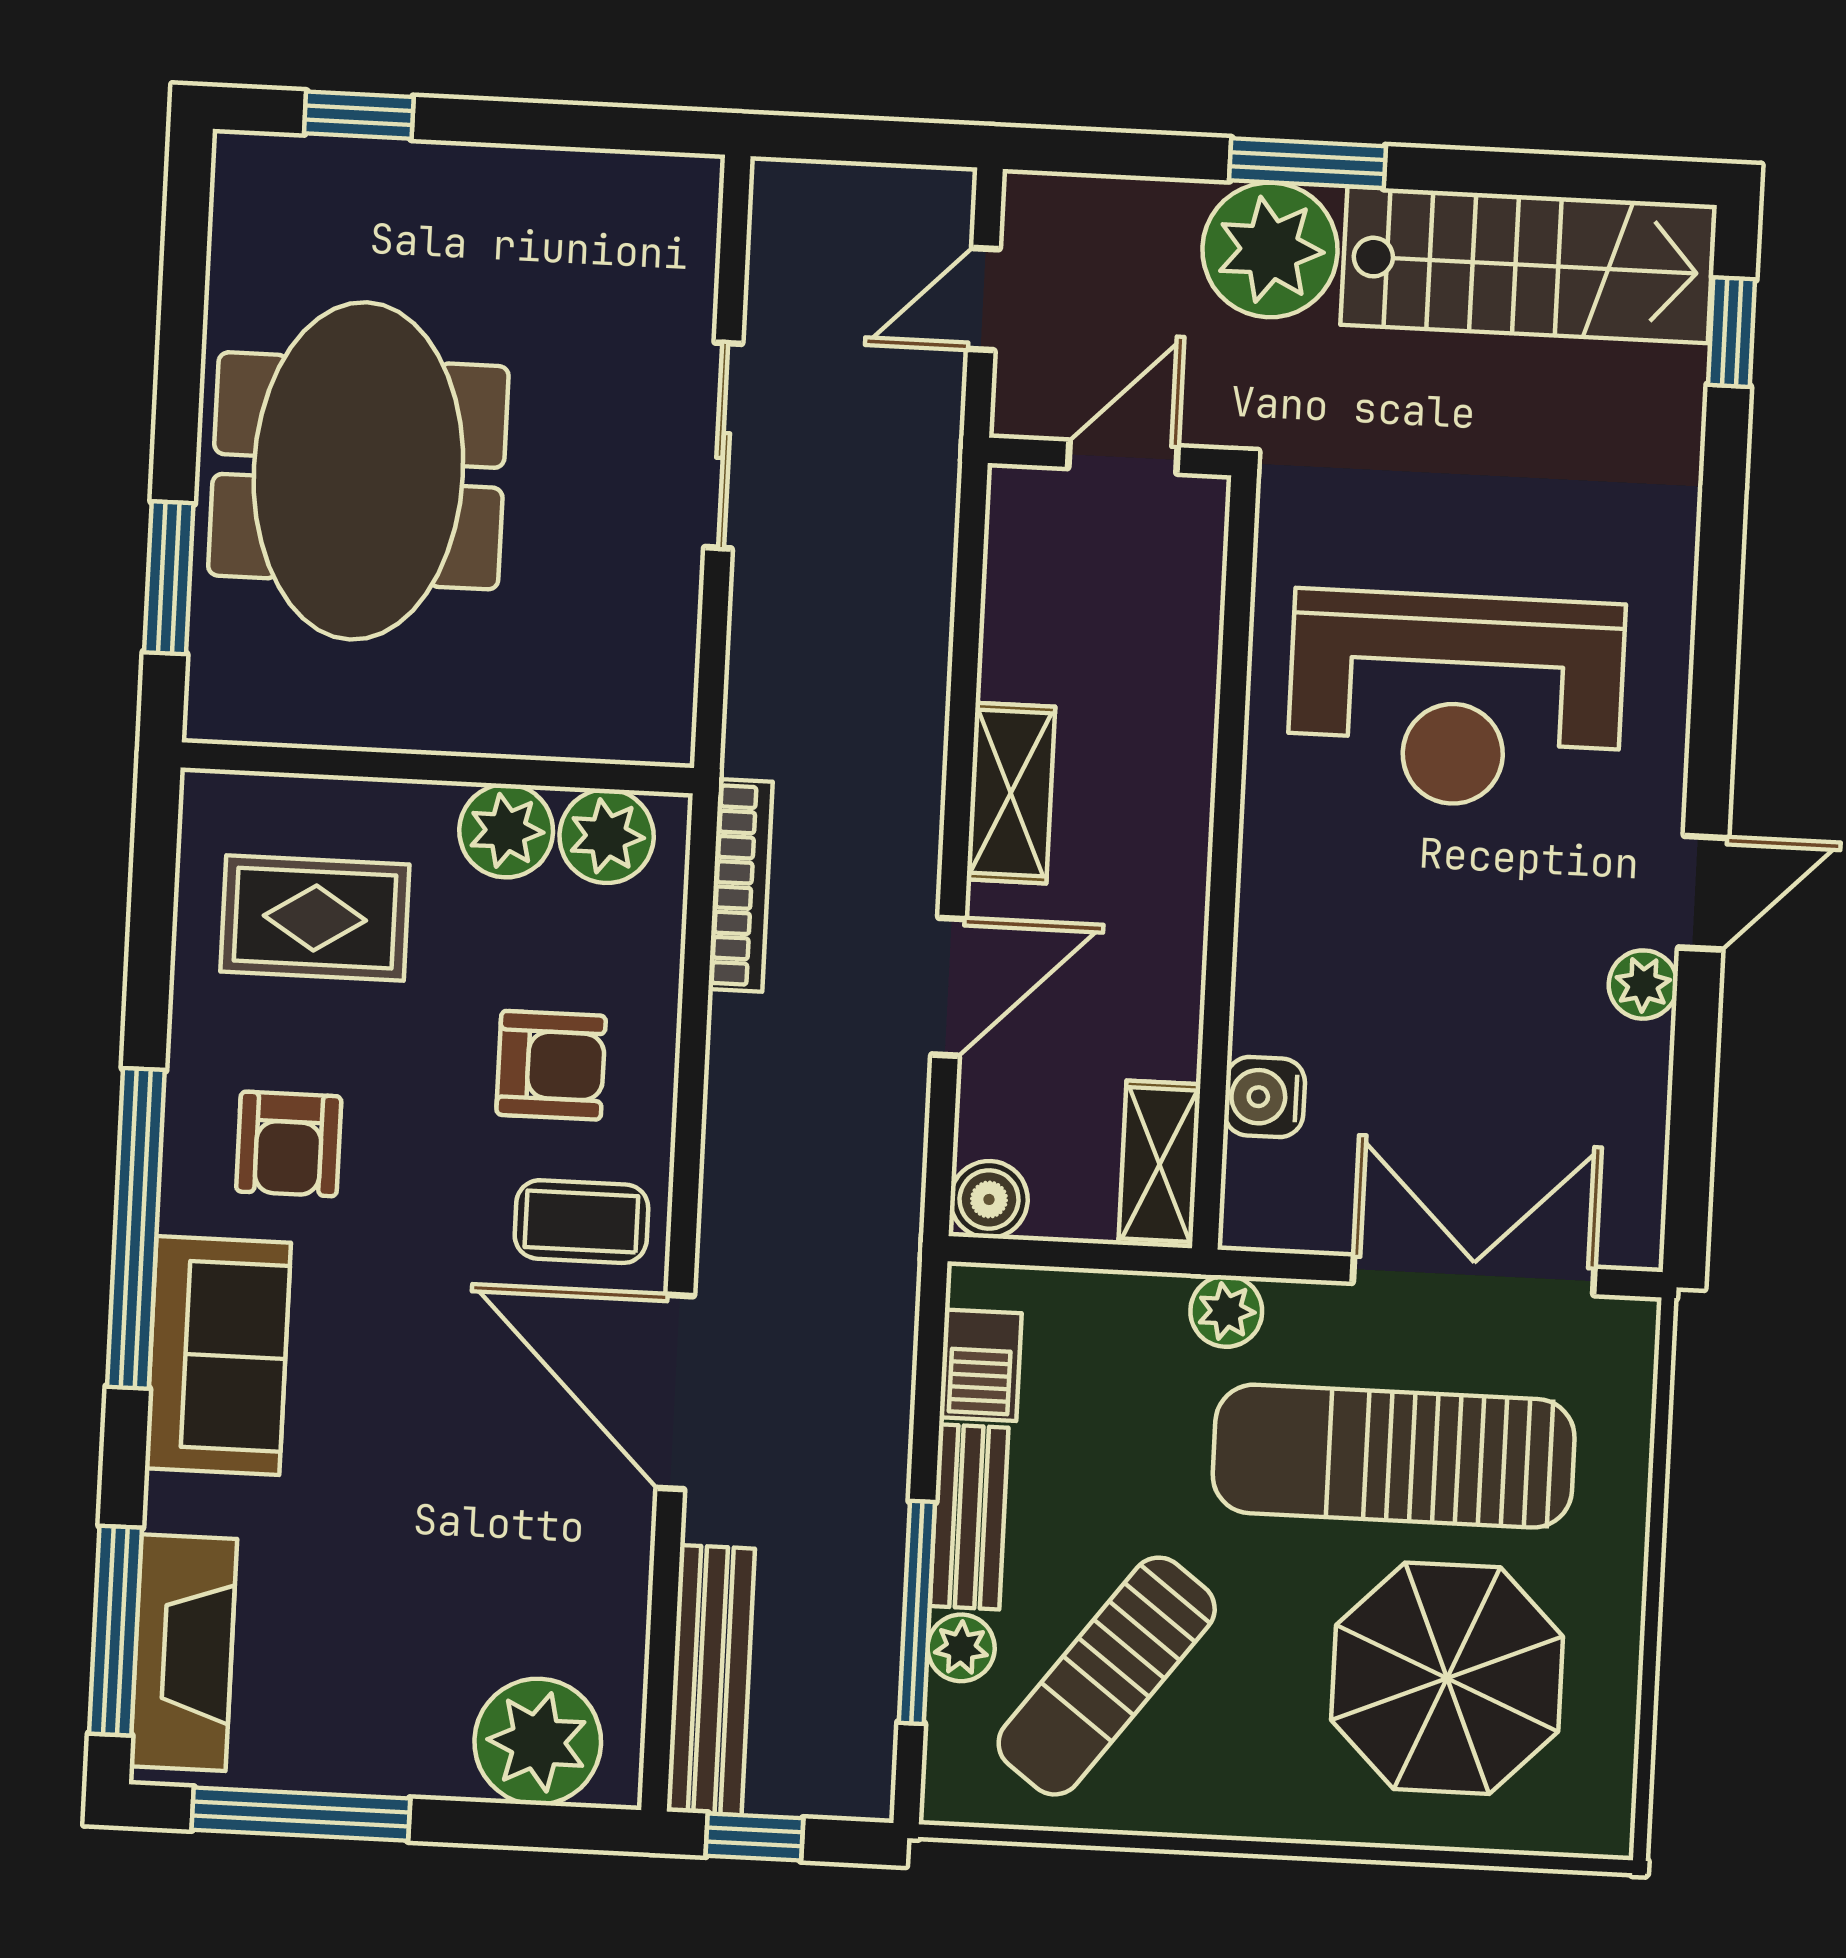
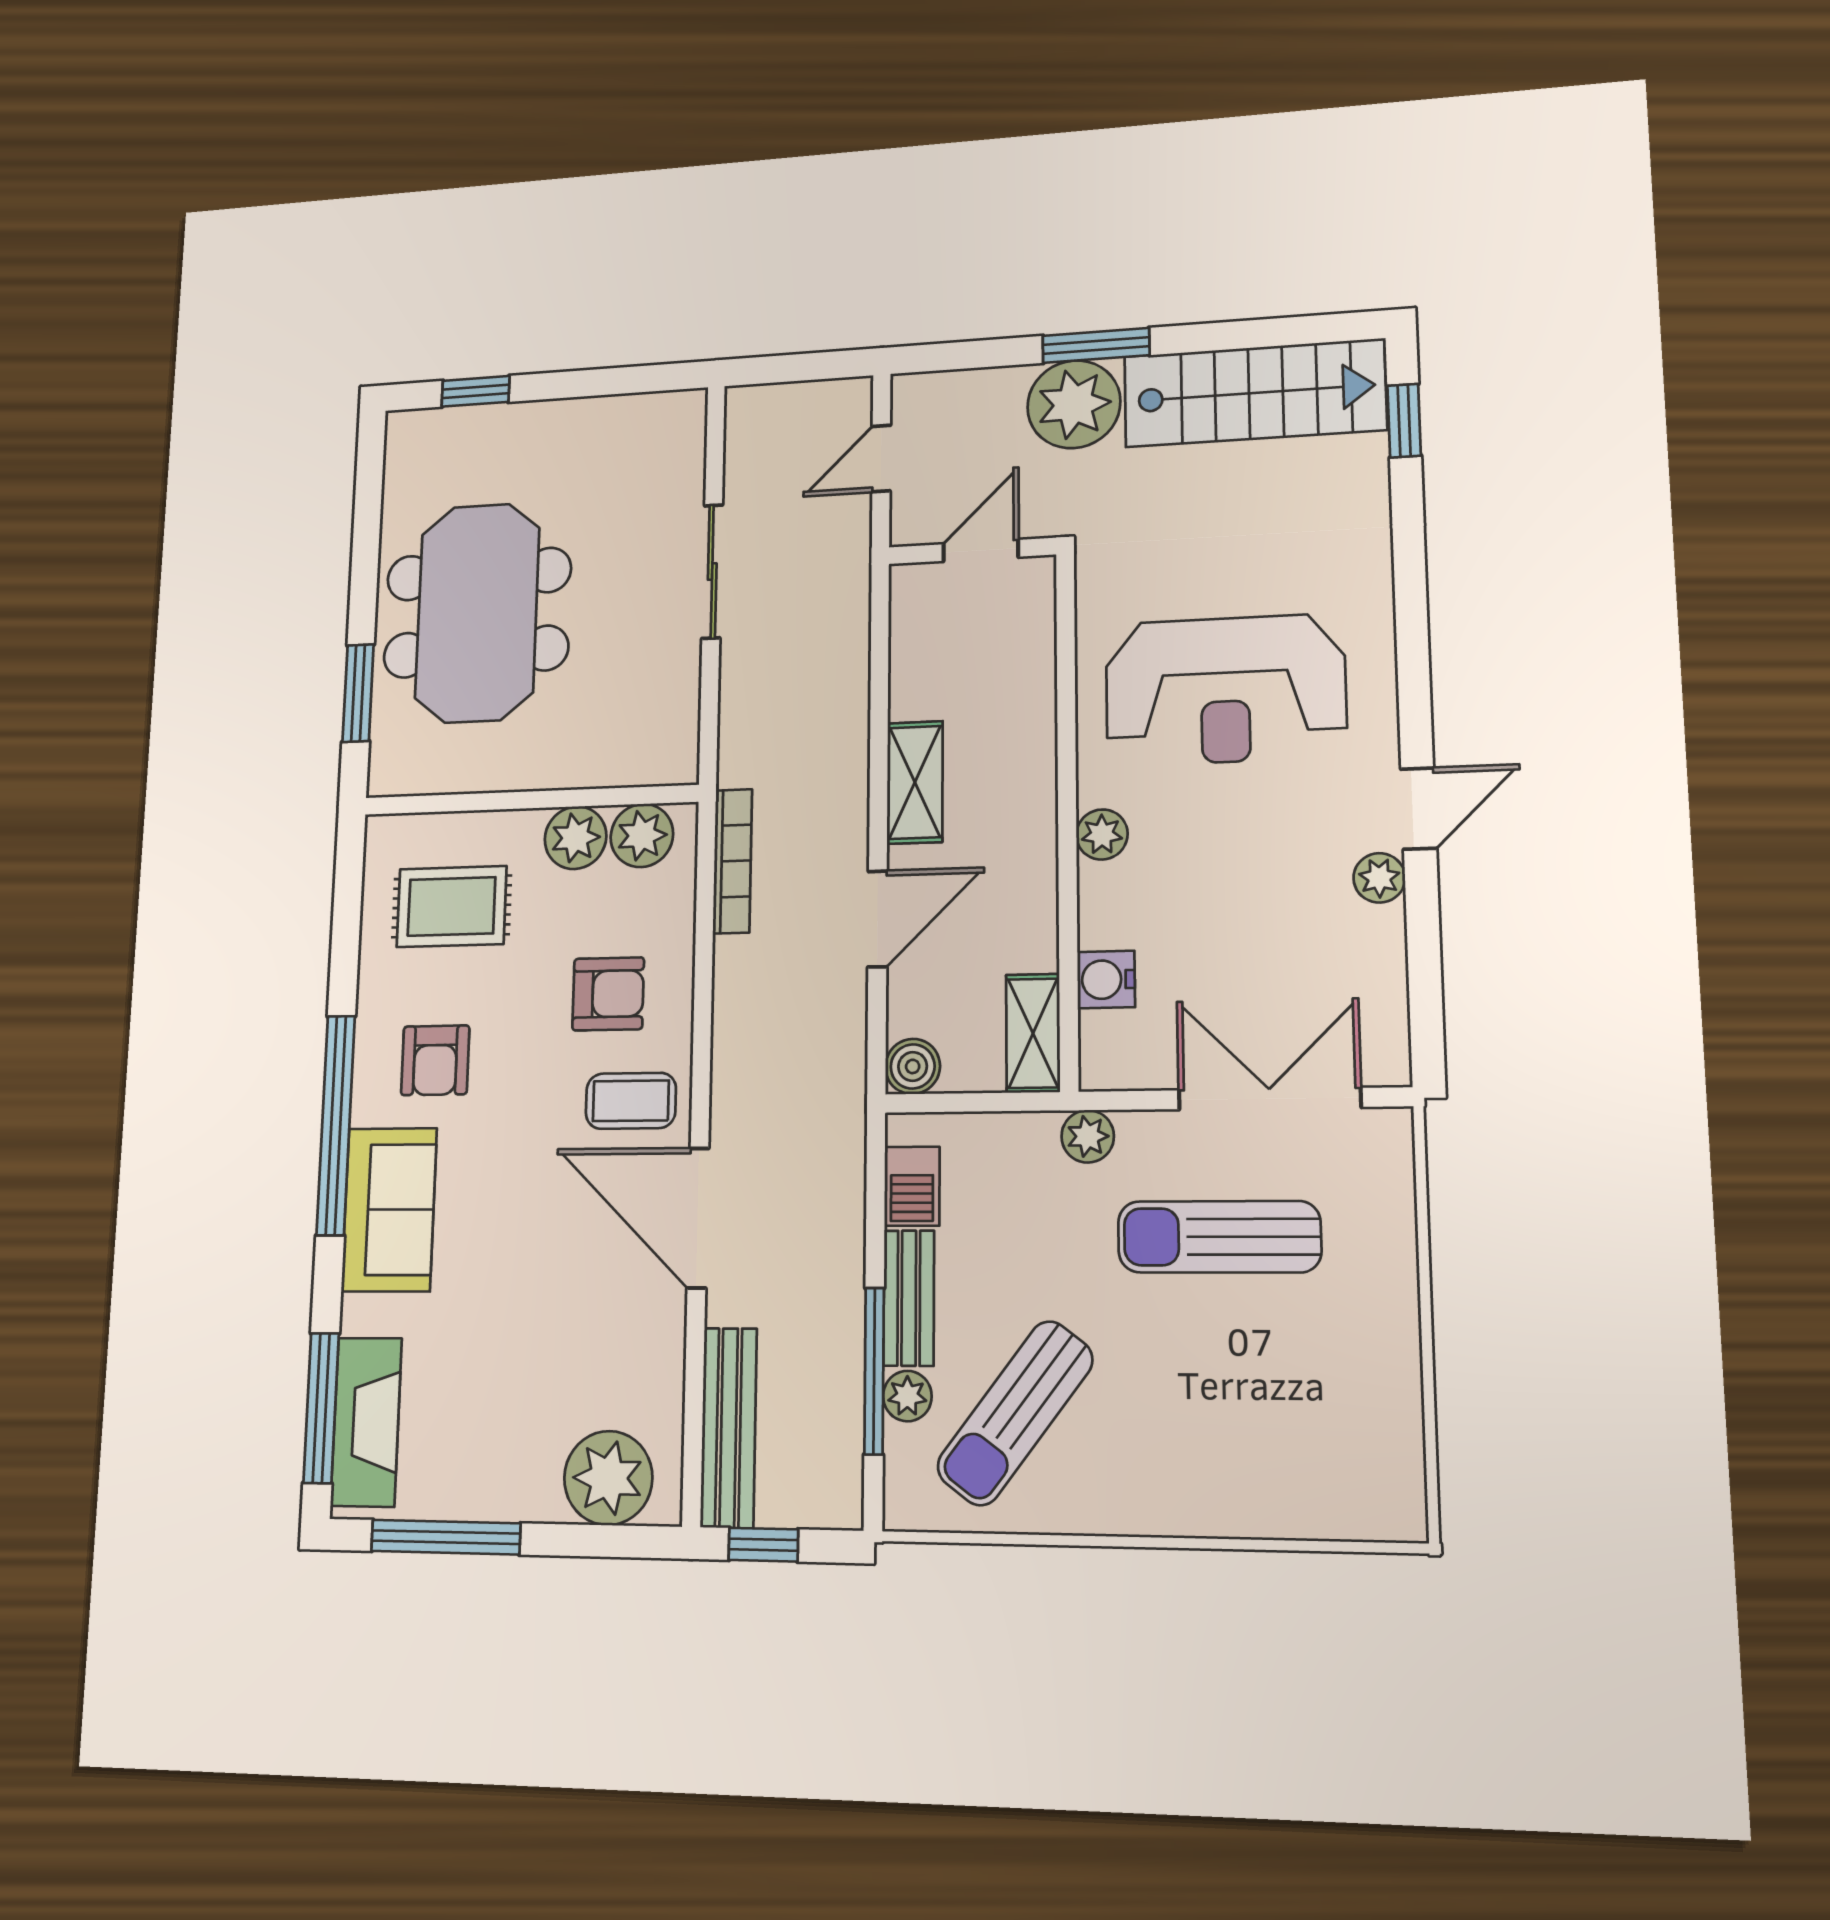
plant: (1271, 892) -> (1102, 834), added
sun lounger: (1394, 1456) -> (1219, 1237), width x0.73, depth x0.75
parasol: (1447, 1678) -> (1272, 1405), removed

